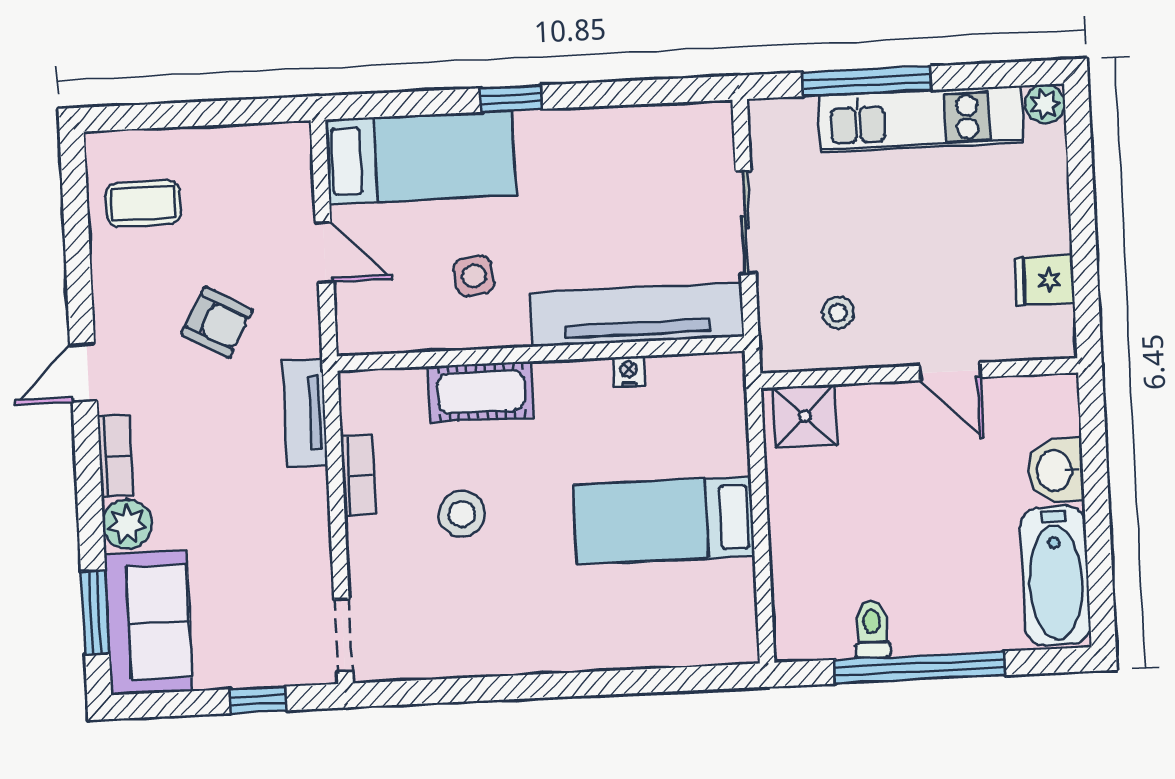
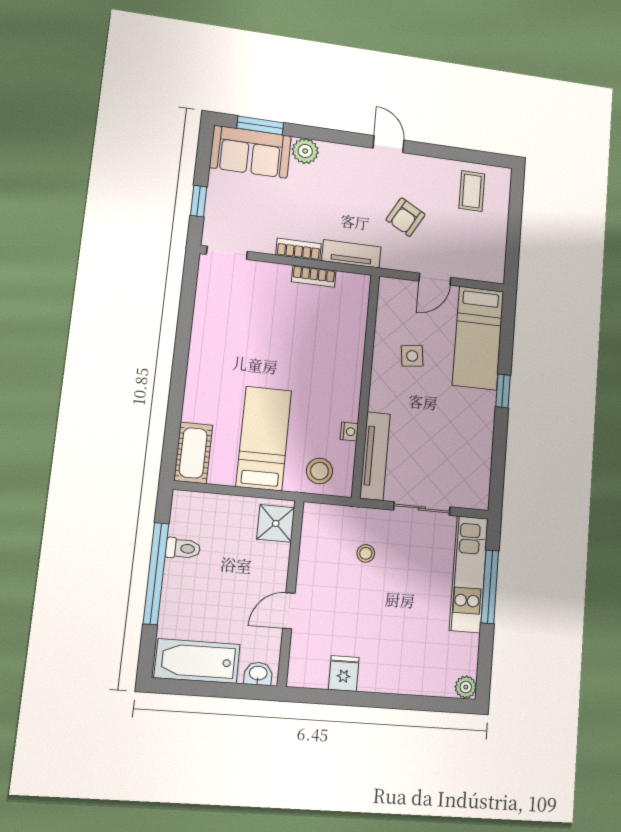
kitchen unit: (921, 119) -> (469, 574), moved
fridge: (1045, 280) -> (344, 673), moved
tv unit: (637, 315) -> (375, 456), width x0.73, depth x0.78
door: (950, 372) -> (289, 611), moved
wall: (919, 373) -> (291, 593), moved
cot: (481, 392) -> (193, 453), moved
shower: (805, 416) -> (276, 523), moved
bookcase: (115, 456) -> (299, 249), moved, turned 180
washbasin: (1056, 470) -> (258, 674), width x0.72, depth x0.69
stool: (462, 514) -> (319, 471), moved

